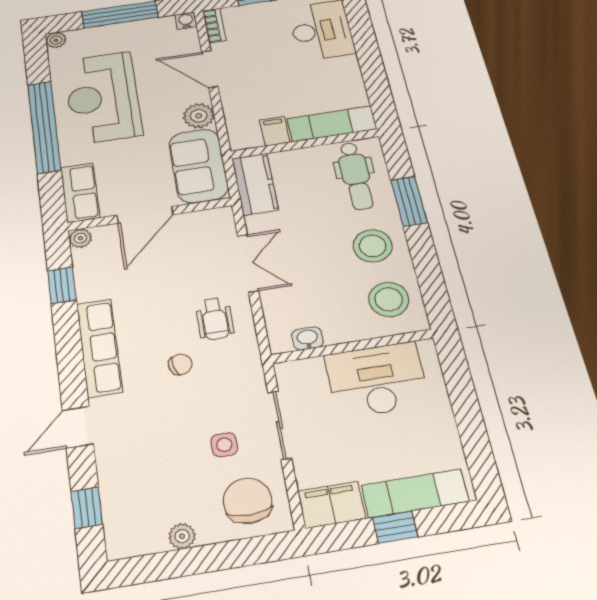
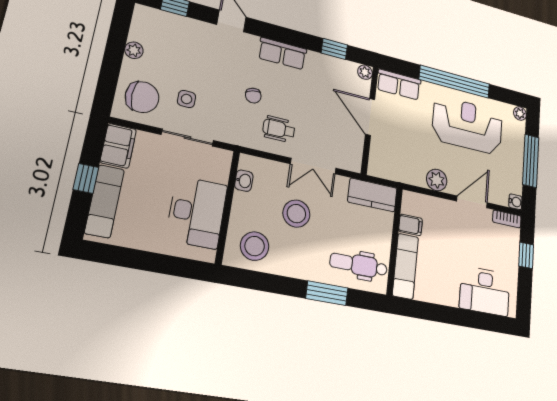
sofa: (198, 166) -> (398, 165), removed
stool: (373, 246) -> (296, 214), moved
row of seats: (99, 348) -> (282, 54), width x0.68

